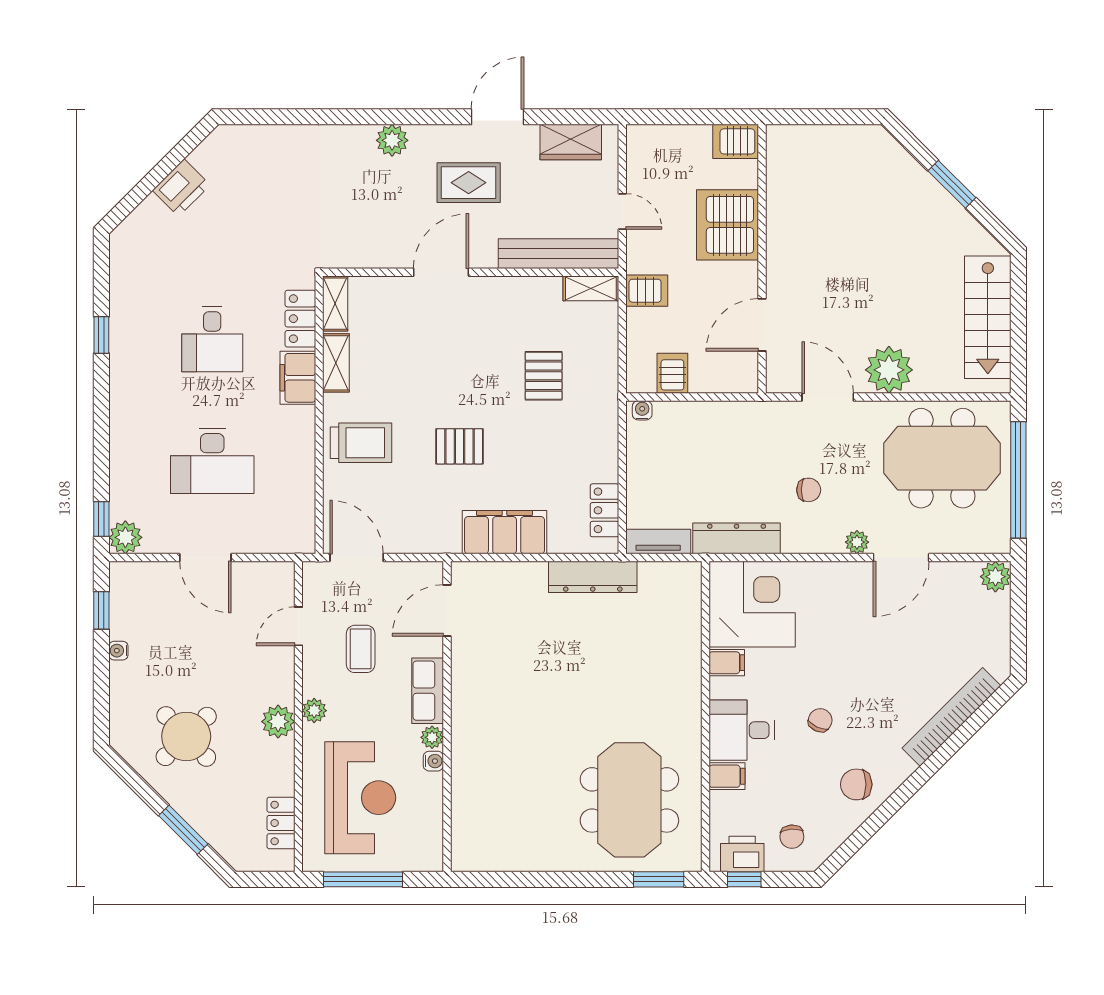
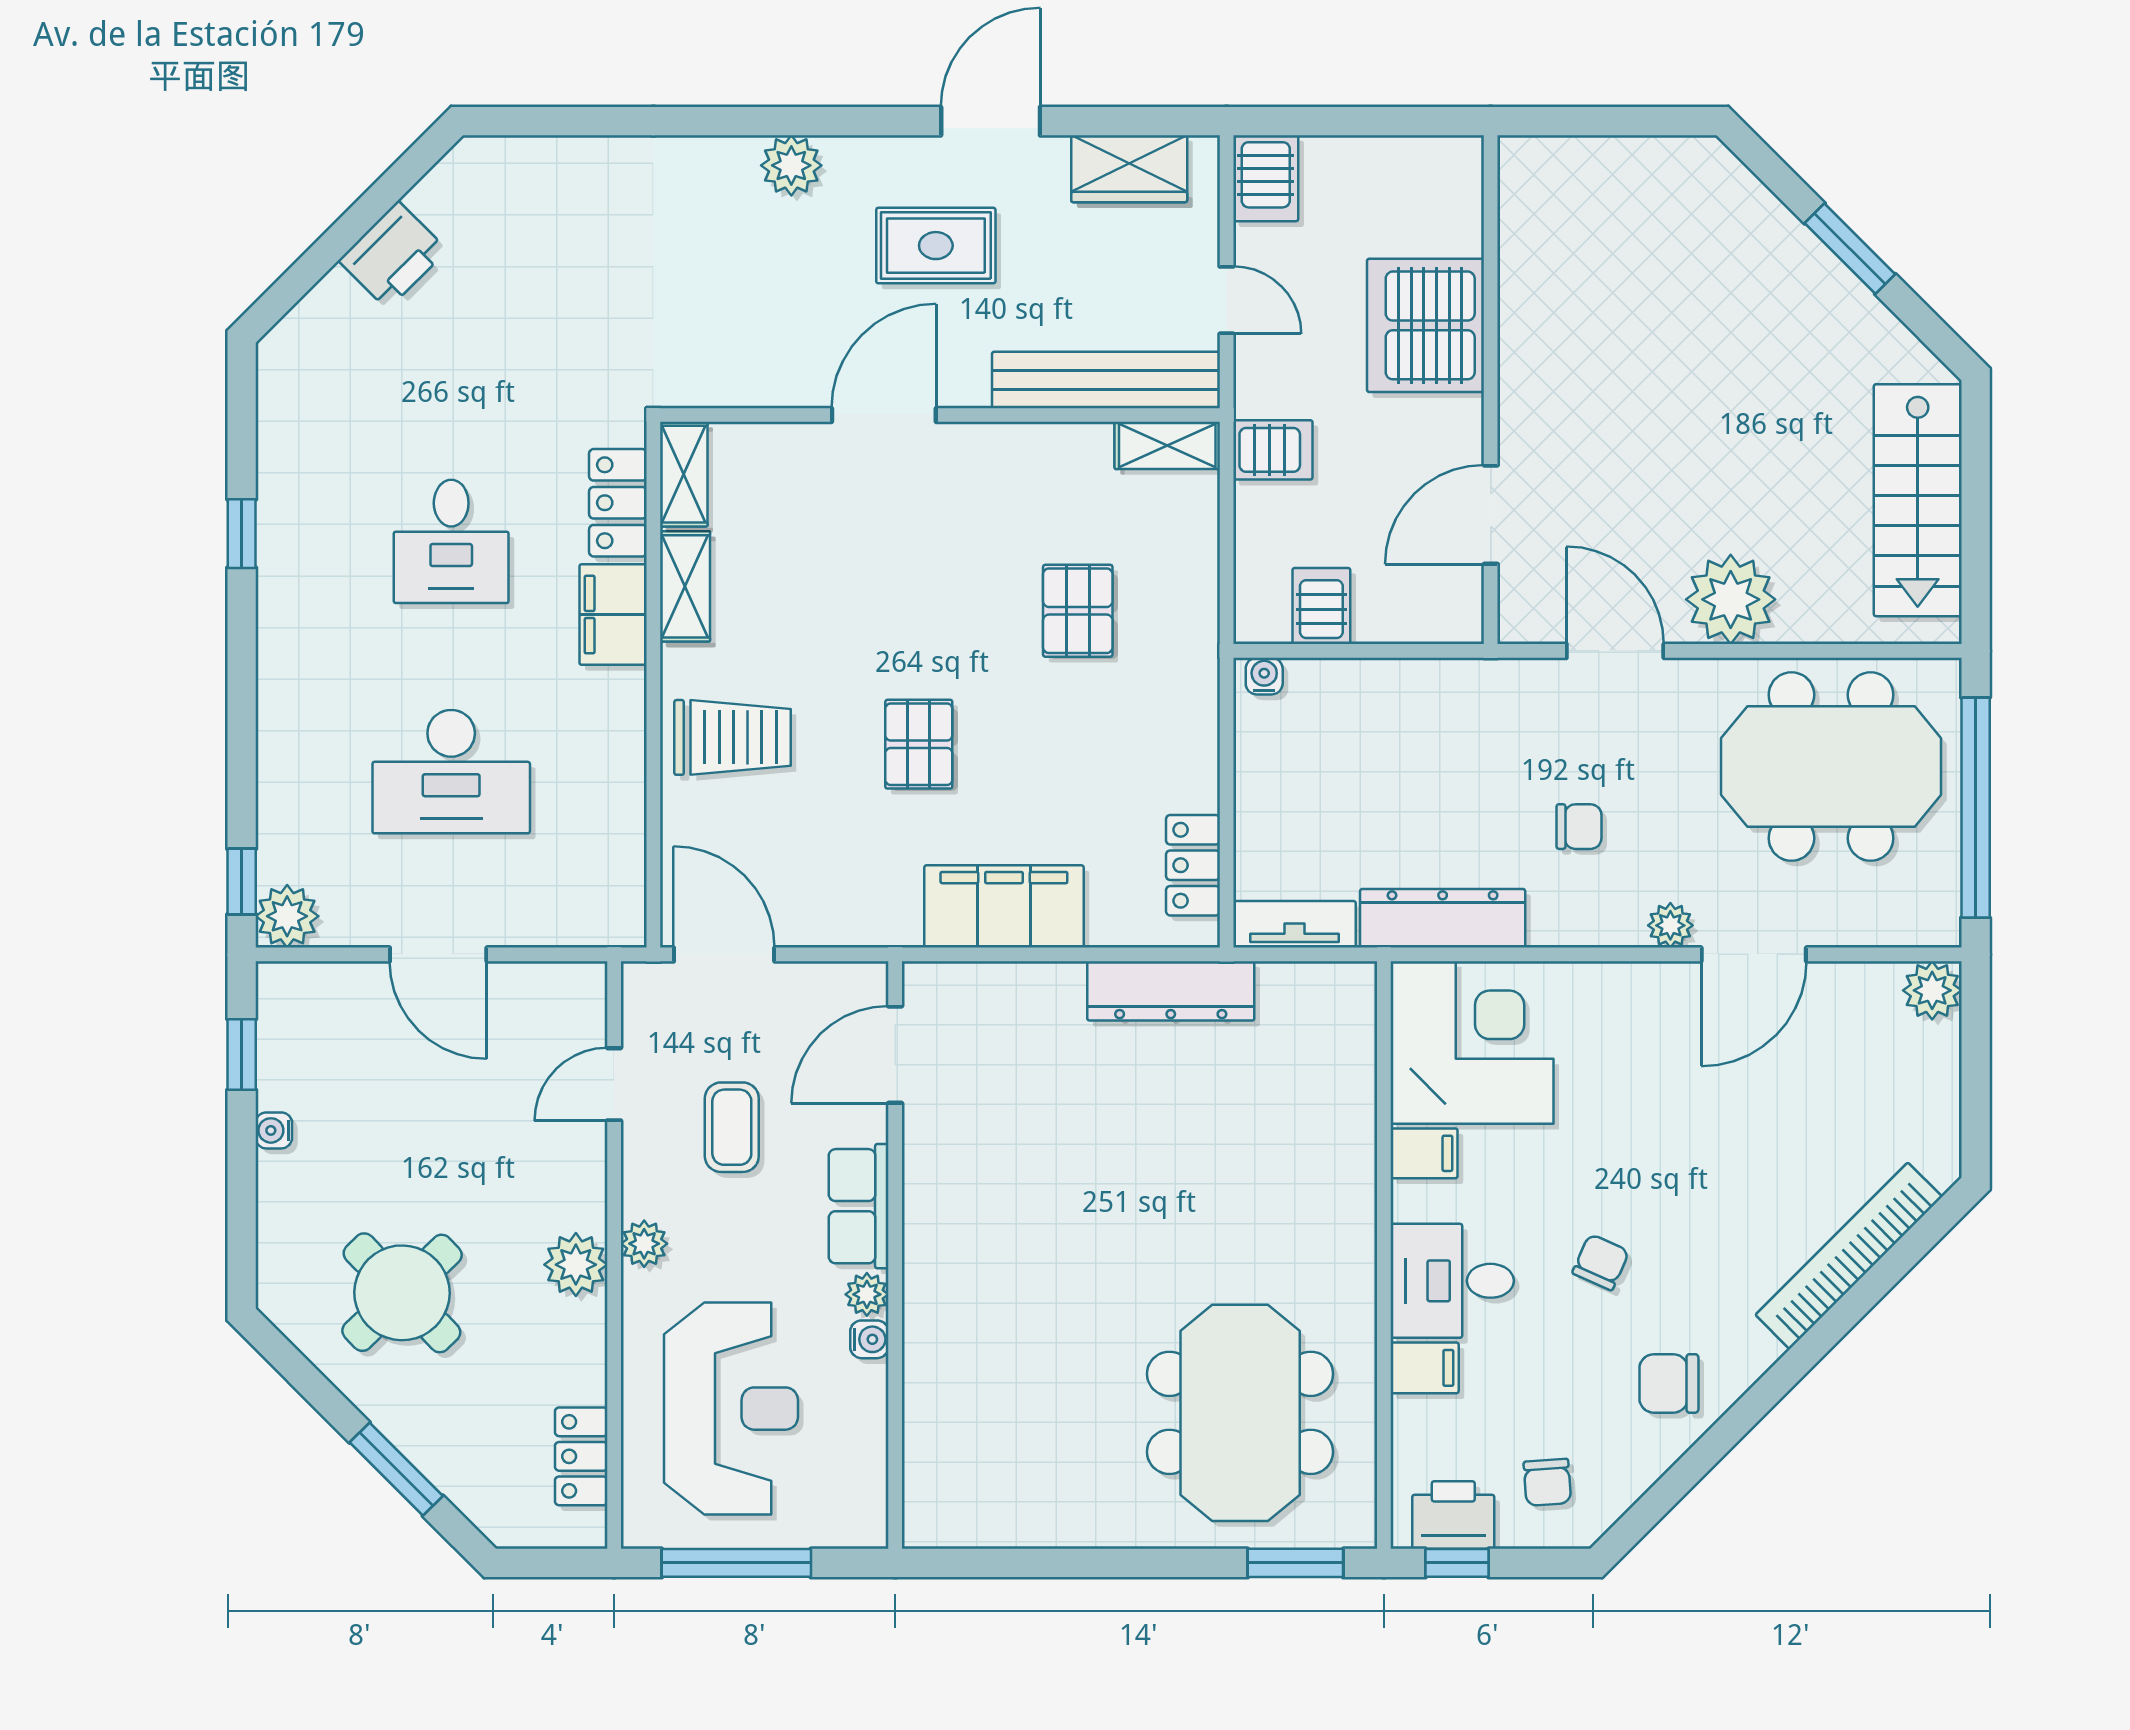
server rack: (736, 141) -> (1266, 178), moved, turned -90
pallet: (460, 446) -> (919, 744), turned 90

